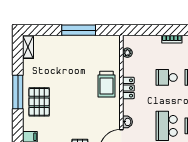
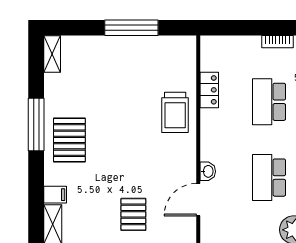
plant: (127, 53) -> (208, 63), removed
school desk: (167, 77) -> (269, 102), width x1.85
locker: (128, 88) -> (209, 90), moved

